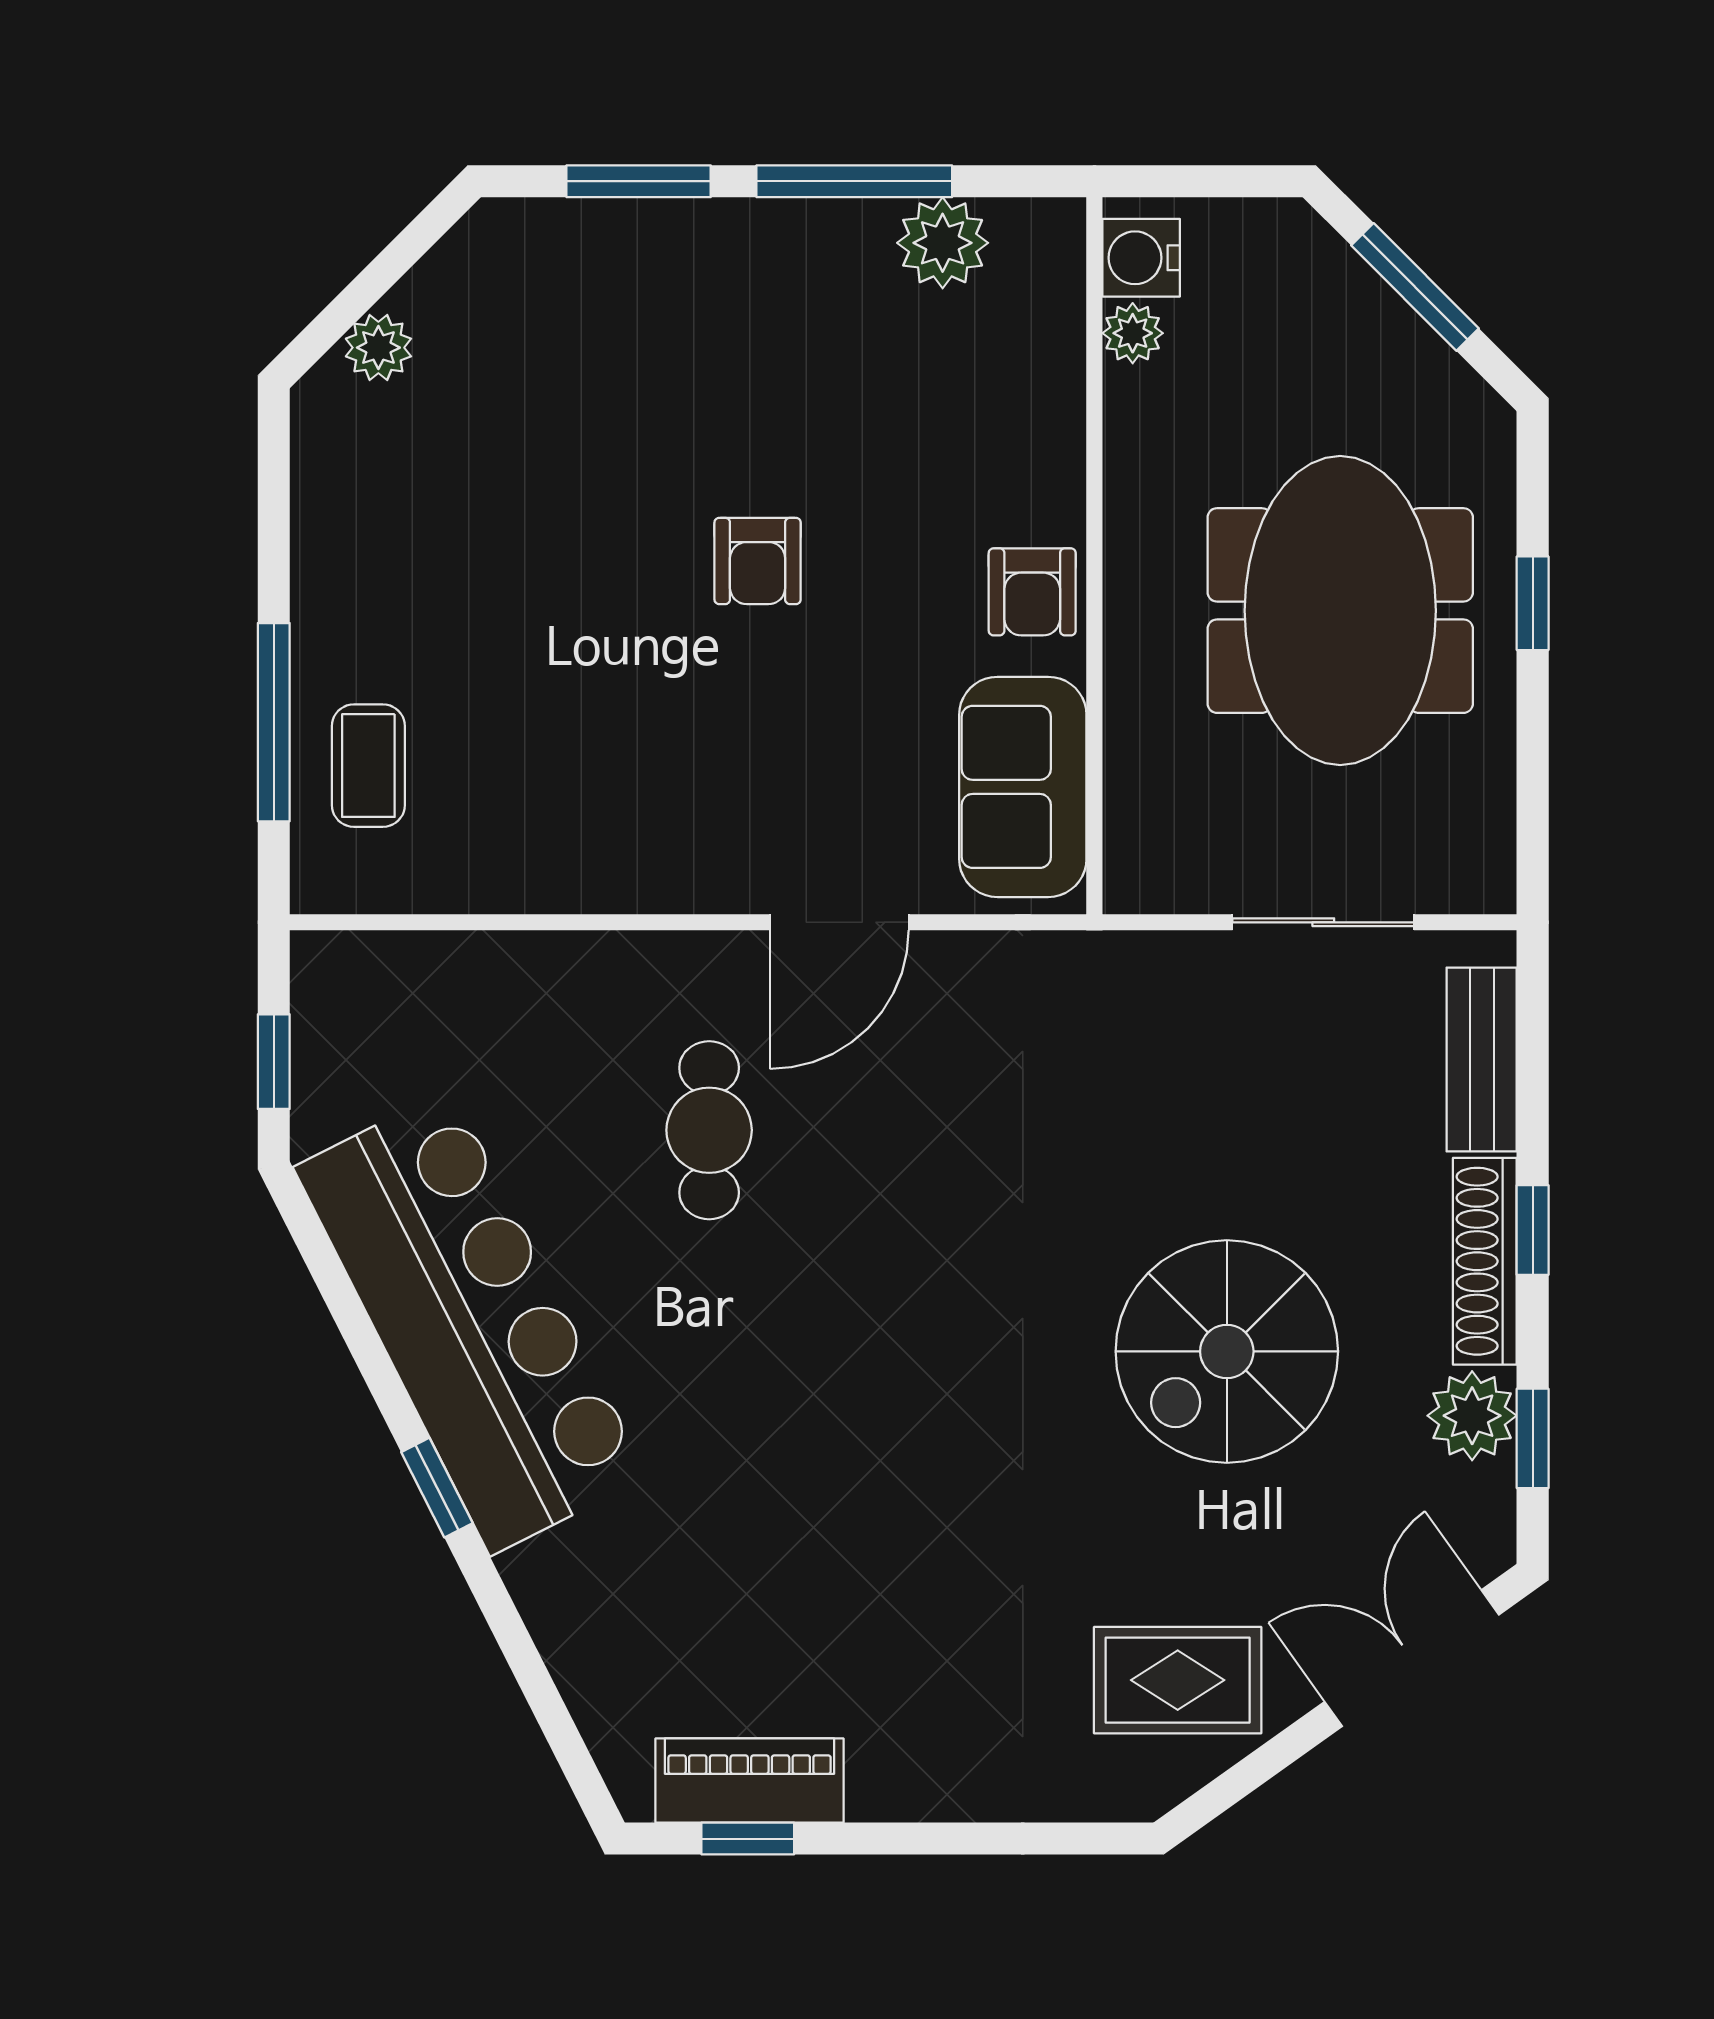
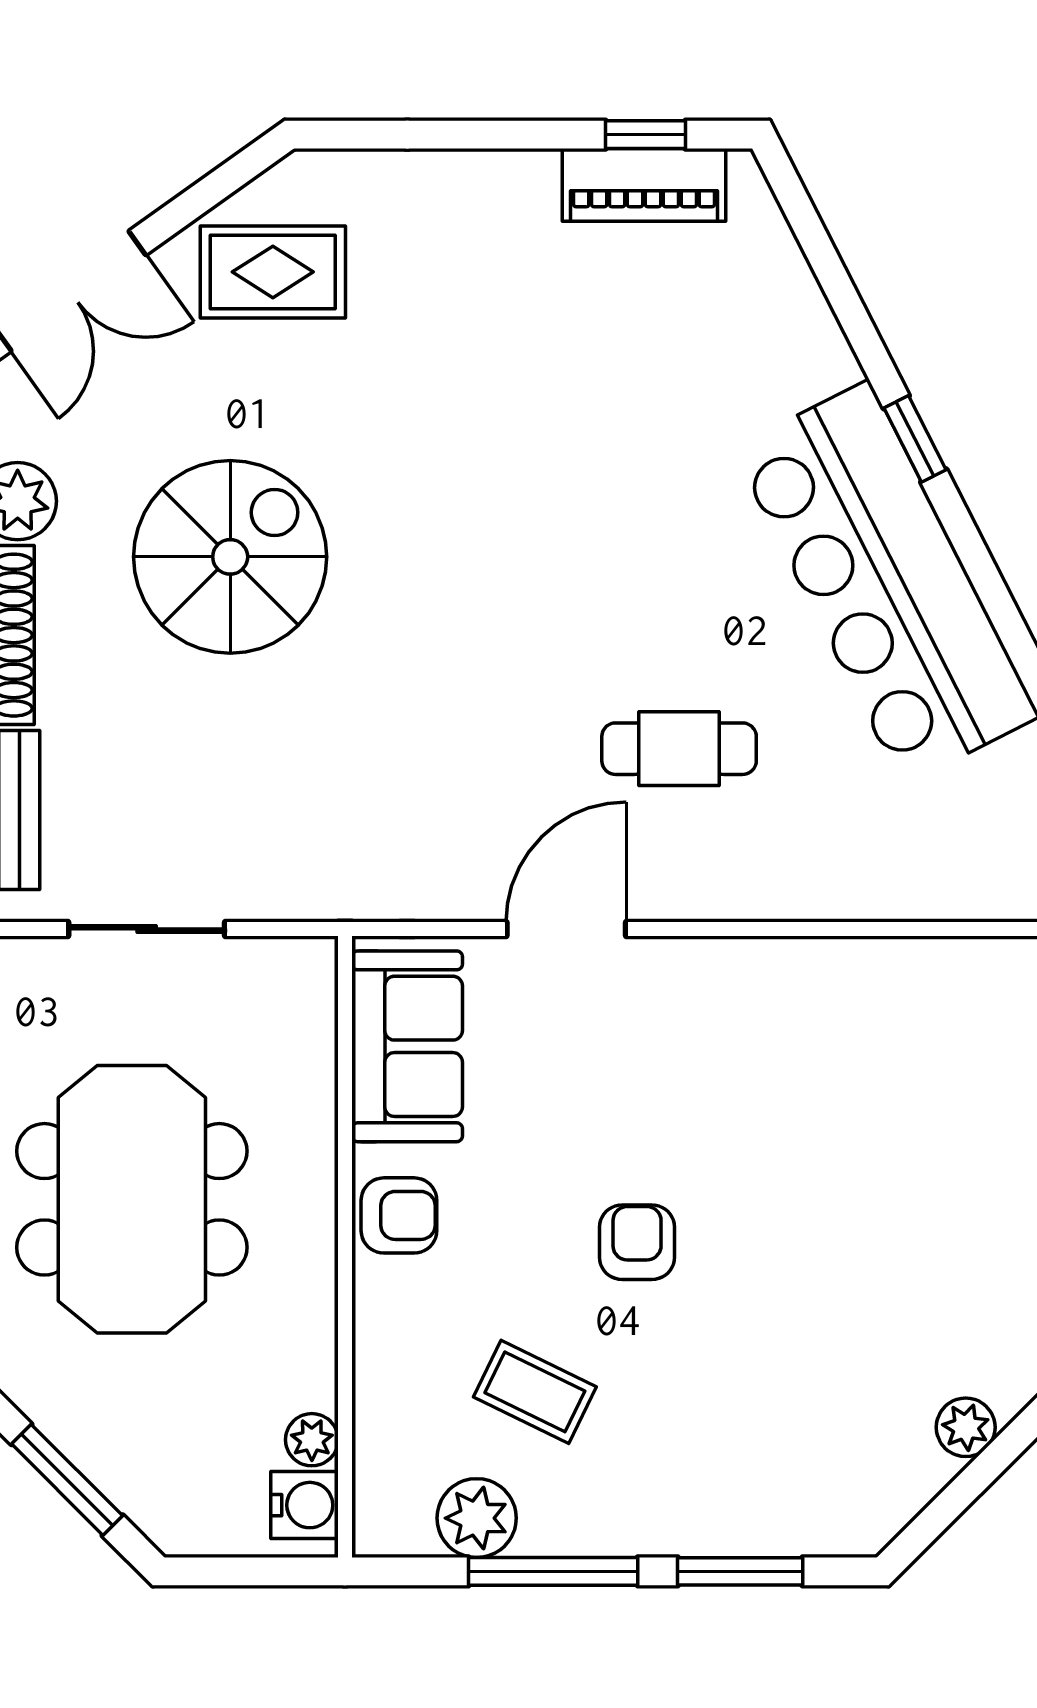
armchair: (1032, 592) -> (399, 1215), turned 90
coffee table: (368, 766) -> (535, 1392), moved, turned -64
cafe table: (709, 1130) -> (679, 749), turned 90

